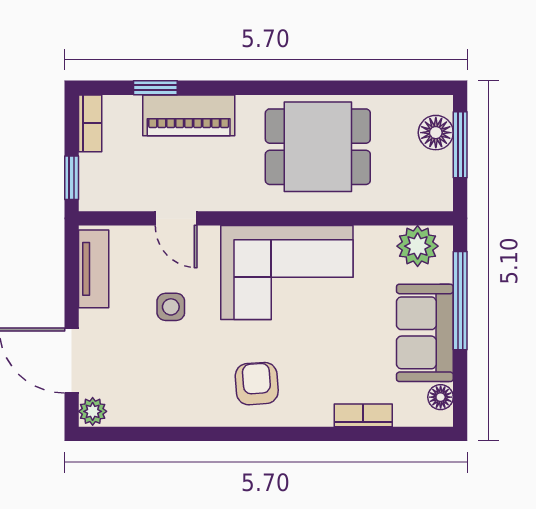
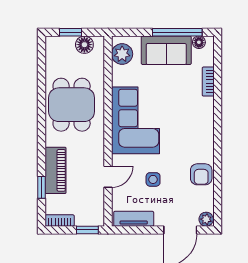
floor lamp: (436, 133) -> (84, 45), moved
window: (460, 145) -> (71, 32), width x0.67
window: (460, 301) -> (177, 32), moved
armchair: (257, 384) -> (201, 174), moved, turned -86

